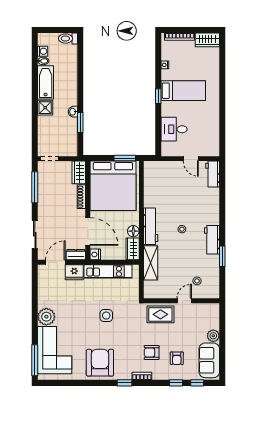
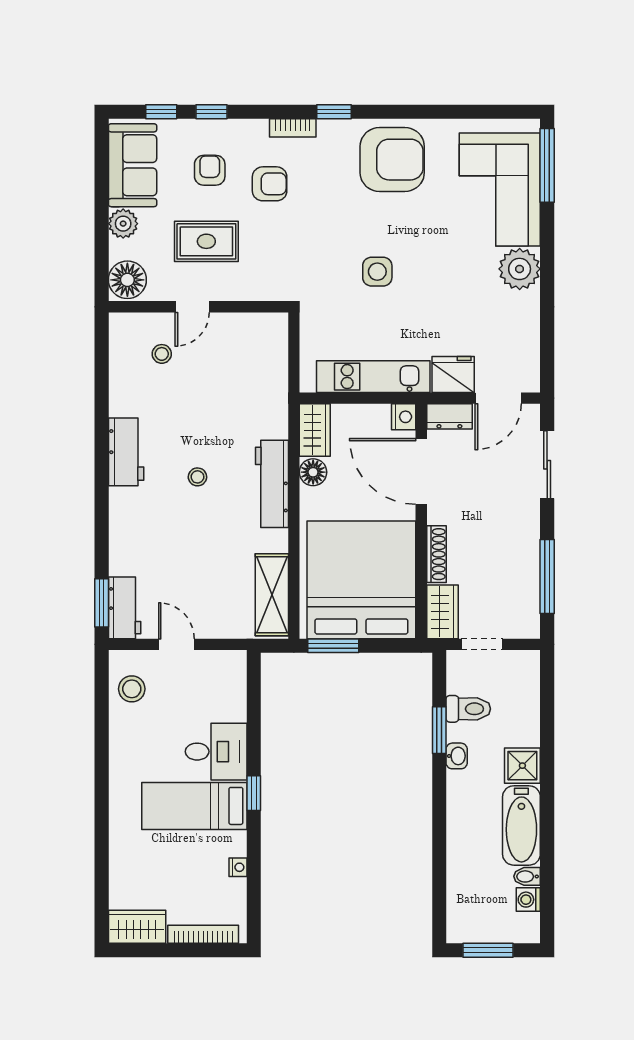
window: (60, 30) -> (488, 950), added
toilet: (68, 39) -> (468, 709), moved
desk: (174, 129) -> (216, 752), moved
stool: (210, 140) -> (132, 689), added
doorway: (50, 159) -> (482, 644), moved
window: (222, 256) -> (102, 603), moved
shelving: (151, 263) -> (272, 595), moved
floor lamp: (211, 312) -> (127, 280), added
rug: (160, 314) -> (206, 241), moved
armchair: (100, 363) -> (392, 160), turned -90

